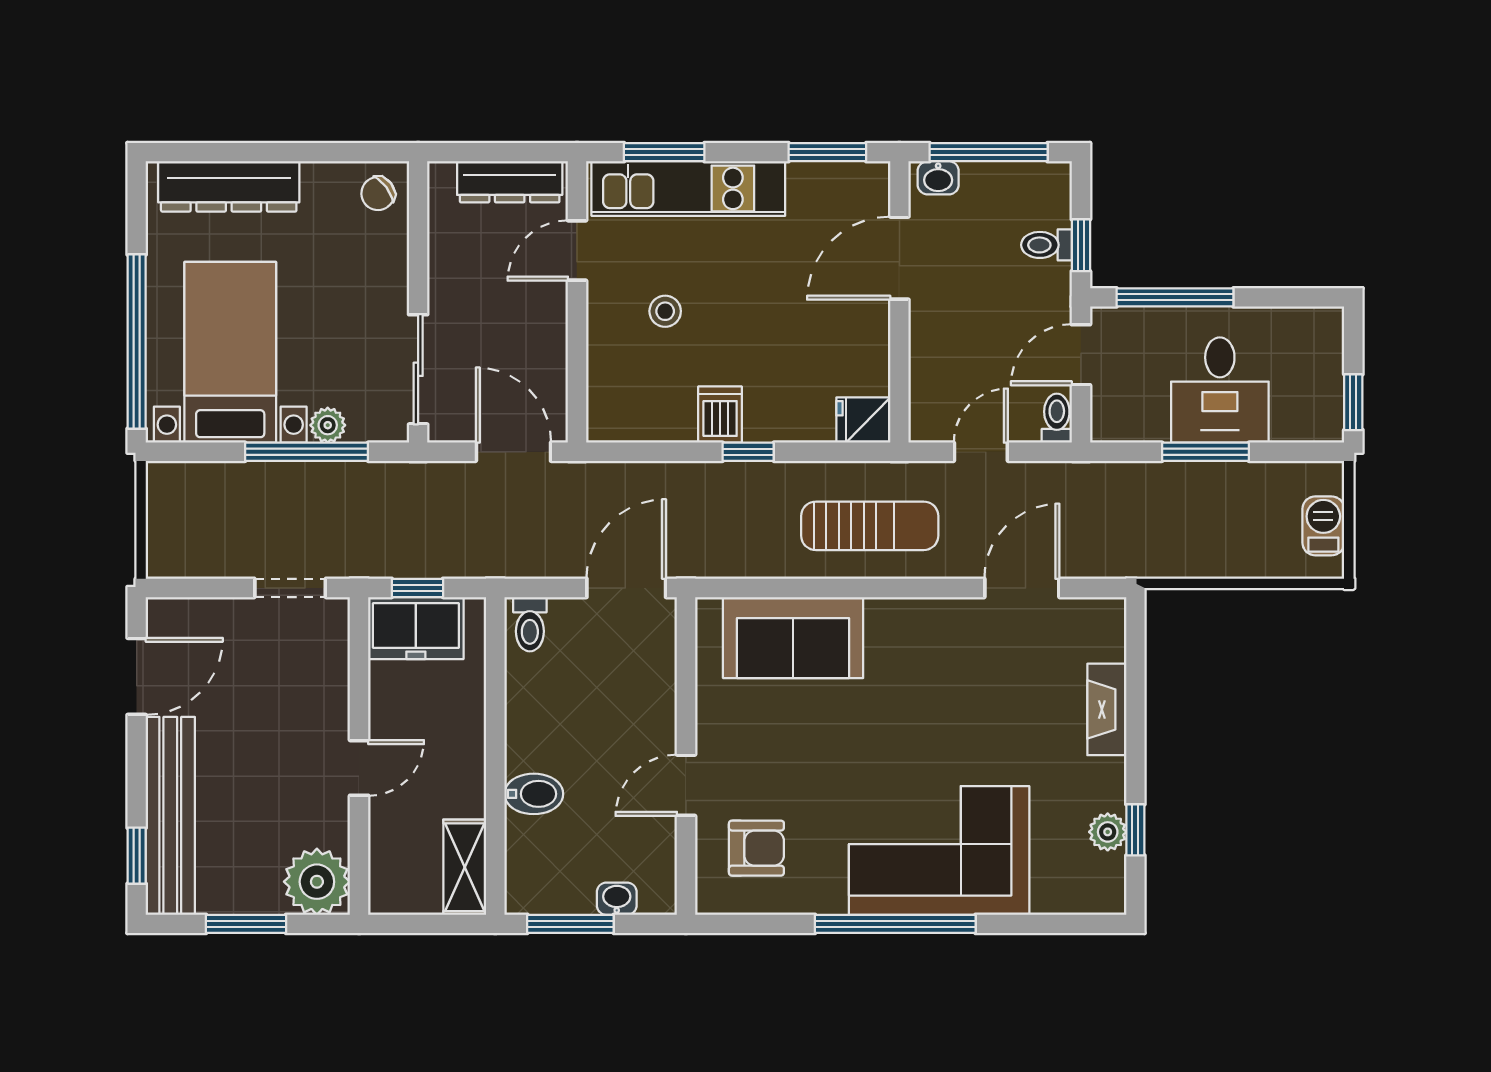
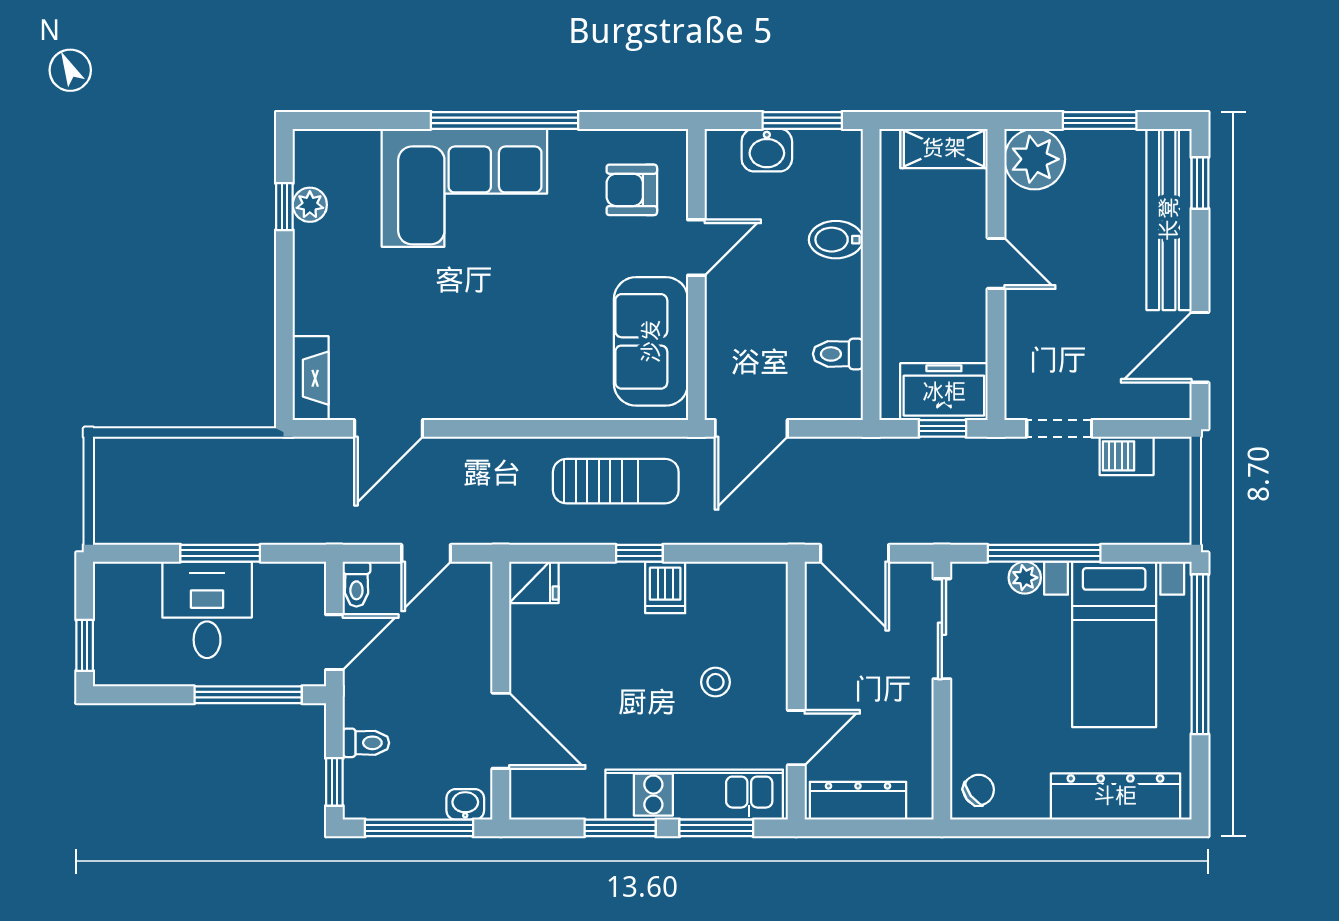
window: (827, 152) -> (620, 828), moved
window: (1081, 245) -> (334, 782), moved
door: (899, 258) -> (501, 731), hinge flipped
window: (1353, 402) -> (85, 645), moved
sun lounger: (870, 526) -> (616, 481), moved, turned 180
barbecue: (1323, 526) -> (1127, 456), moved, turned 90
toilet: (530, 624) -> (838, 354), moved, turned -90
sofa: (793, 638) -> (651, 341), moved, turned -90
fireplace: (1107, 709) -> (311, 378), moved
door: (359, 768) -> (996, 263), swing flipped
shelving: (465, 867) -> (944, 148), moved, turned 90
washbasin: (617, 899) -> (767, 150), width x1.38, depth x1.45

